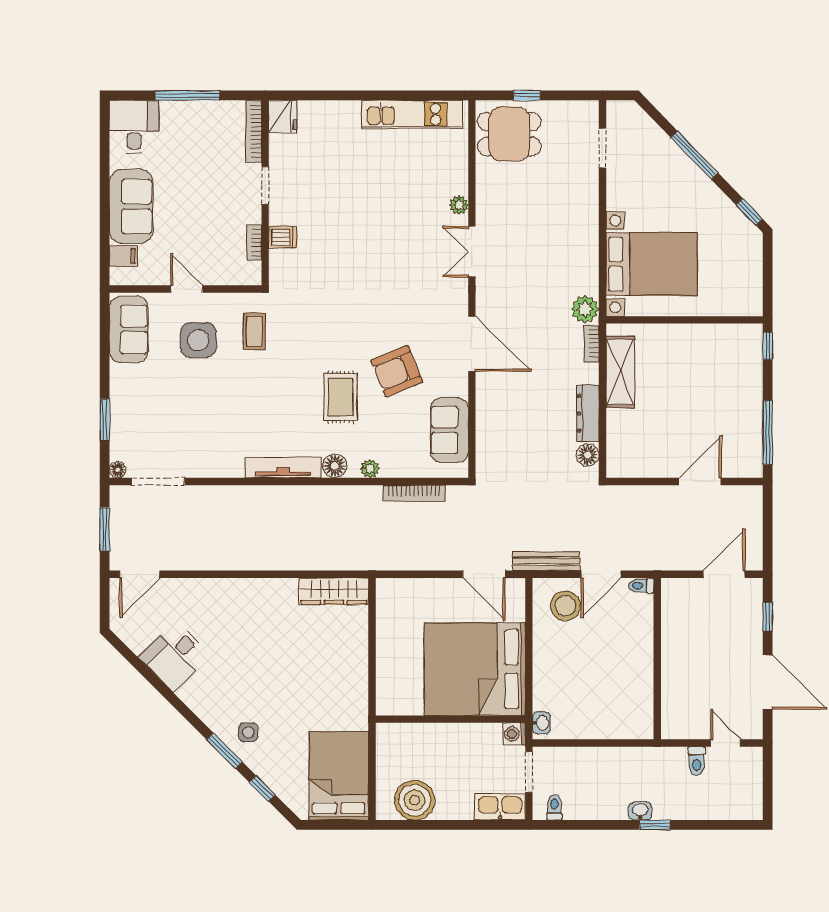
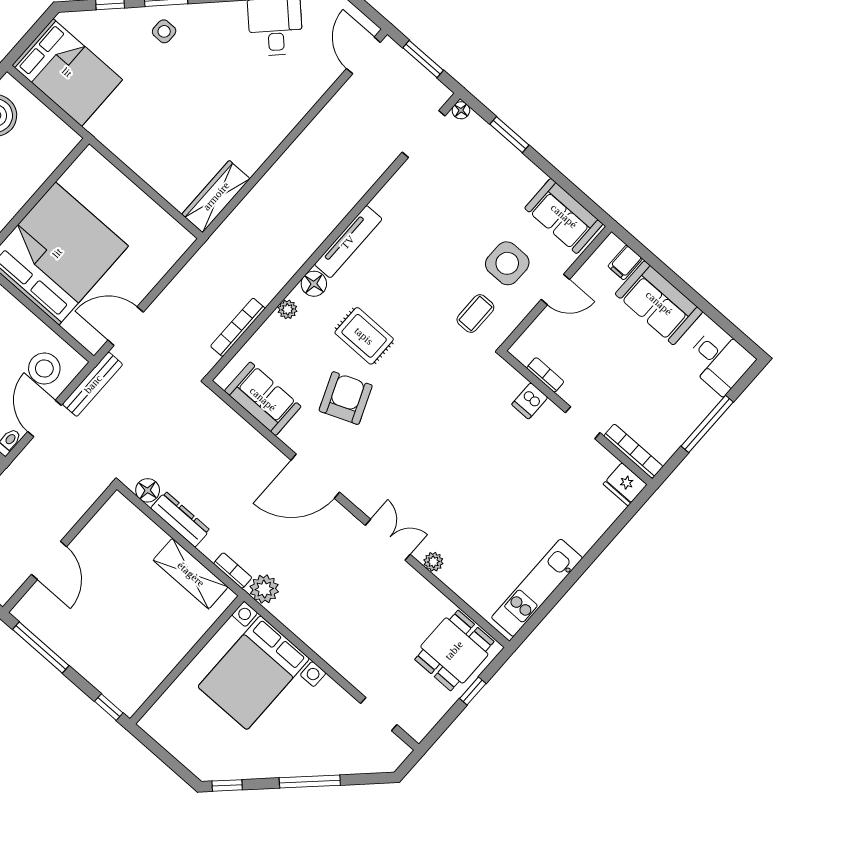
coffee table: (254, 331) -> (475, 314), turned 90

